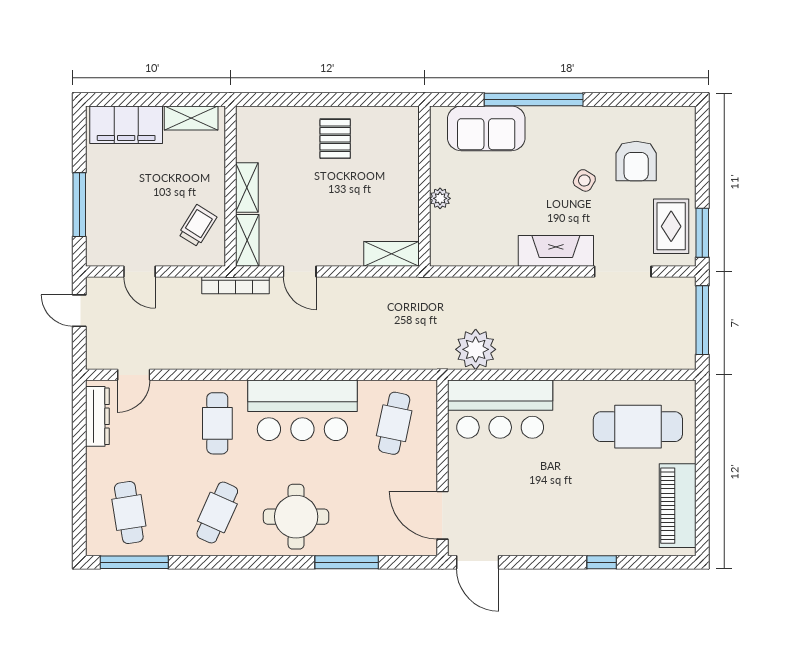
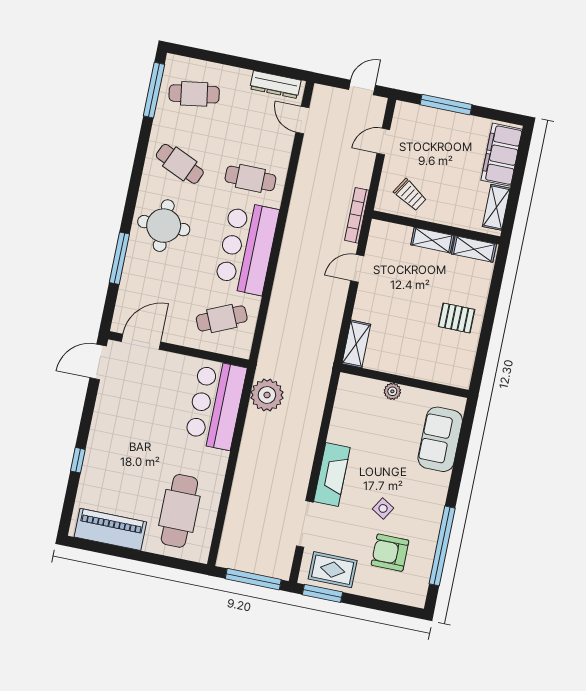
window: (534, 100) -> (442, 546), moved
shelving: (247, 240) -> (474, 249), moved
cafe table: (394, 423) -> (222, 318), turned -36

